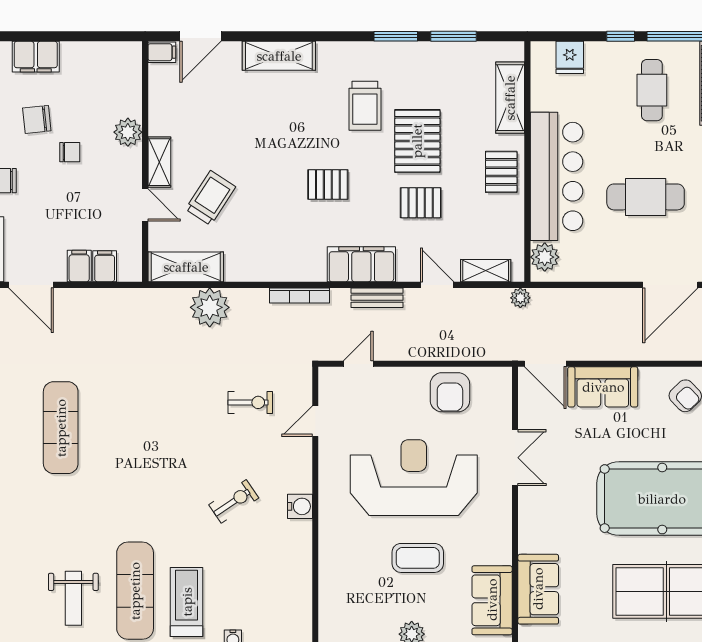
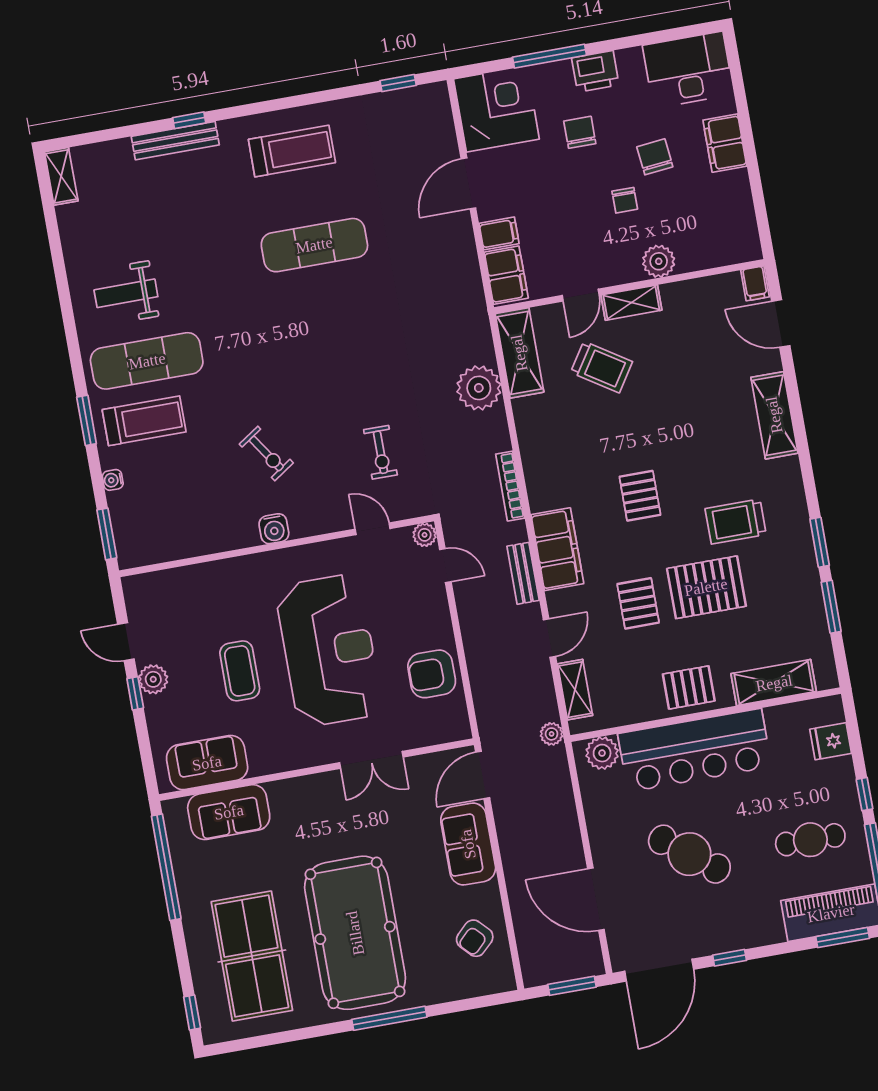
cafe table: (646, 197) -> (689, 854), turned -52
filing cabinet: (105, 266) -> (506, 275), width x2.00
plant: (328, 377) -> (425, 535), added

